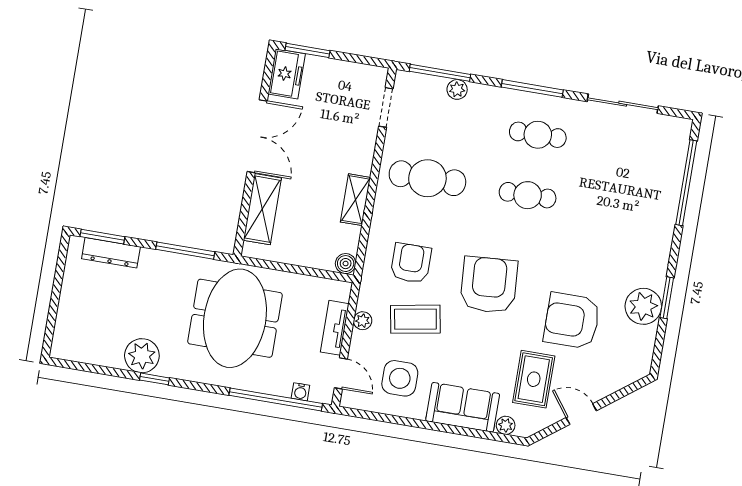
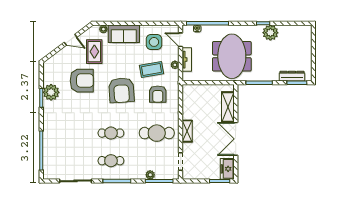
shelving: (355, 200) -> (187, 131), moved
boiler: (346, 264) -> (187, 89), removed

